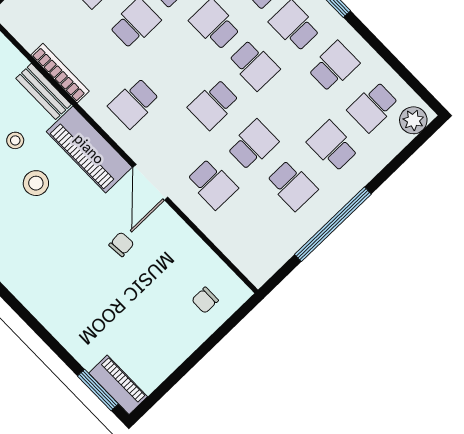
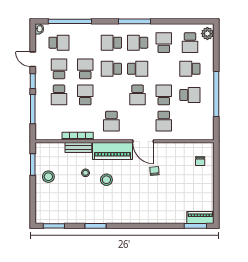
school desk: (212, 184) -> (164, 121), turned 90

